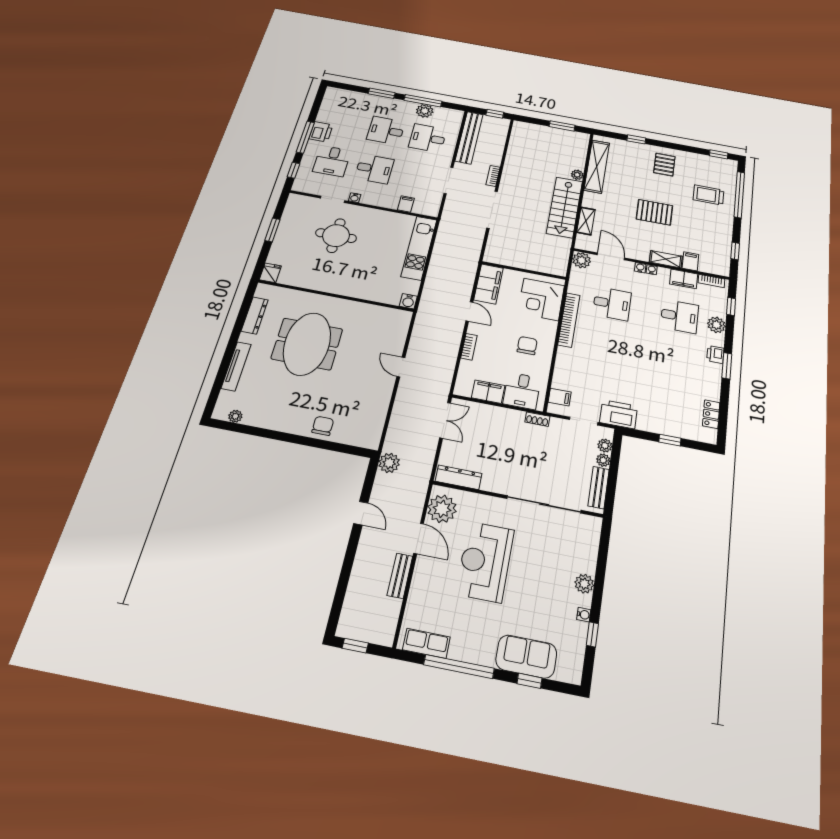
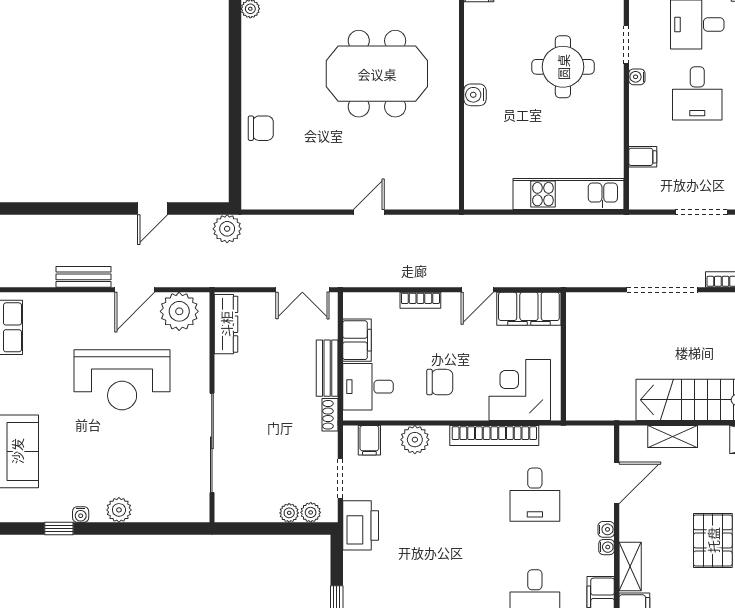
plant: (582, 260) -> (415, 440), moved
water cooler: (408, 301) -> (475, 95), moved
bench: (599, 488) -> (327, 368), moved, turned 90
reception desk: (485, 562) -> (122, 380), turned 180

